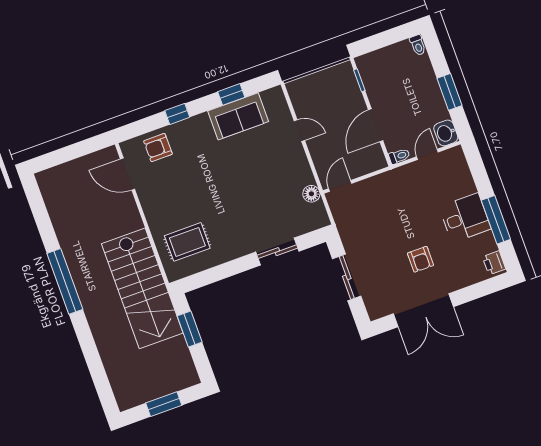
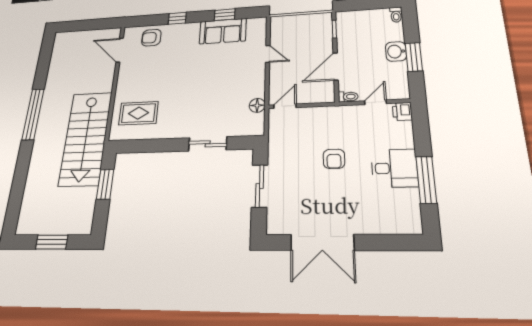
washbasin: (446, 133) -> (396, 51), moved
armchair: (420, 259) -> (334, 159), moved
printer: (494, 263) -> (402, 111), moved

